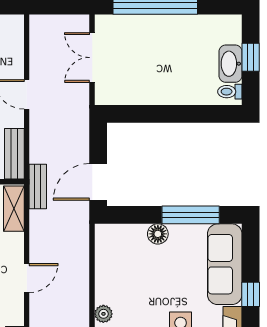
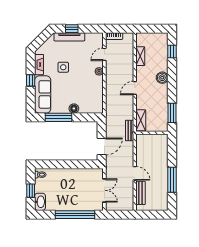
washbasin: (230, 64) -> (40, 202), moved
bench: (14, 154) -> (141, 193), moved
door: (98, 182) -> (102, 146), moved

